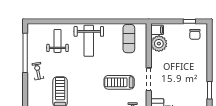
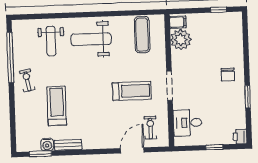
chair: (195, 34) -> (228, 75), moved
weight bench: (57, 41) -> (51, 41), turned 180
weight bench: (89, 41) -> (91, 39), turned 90
treadmill: (119, 82) -> (132, 91), turned 180

